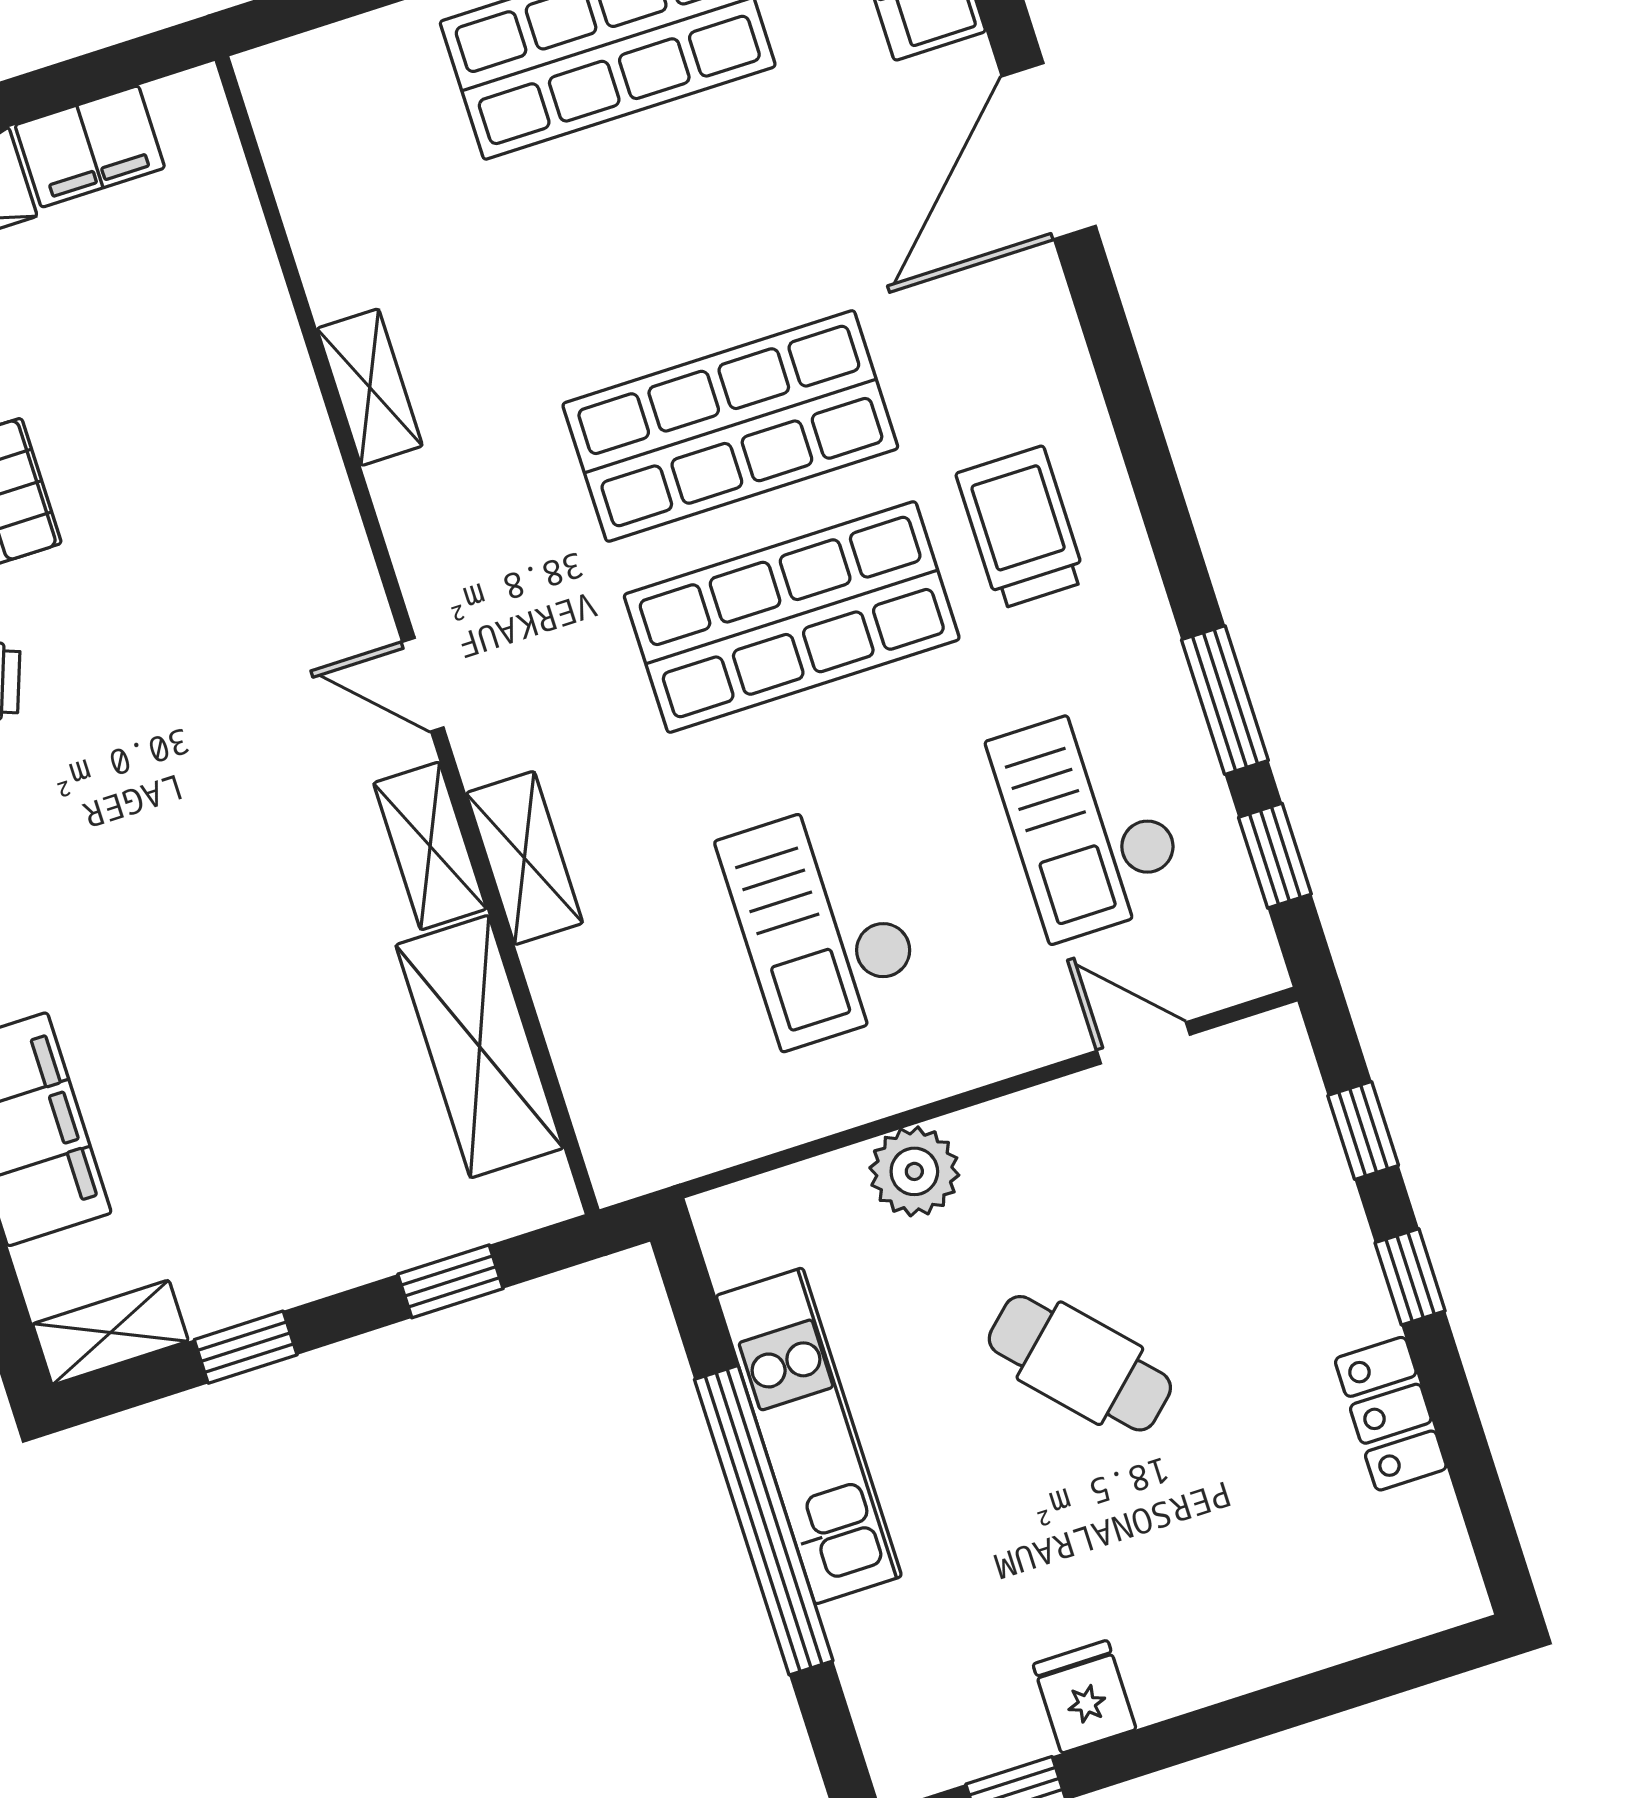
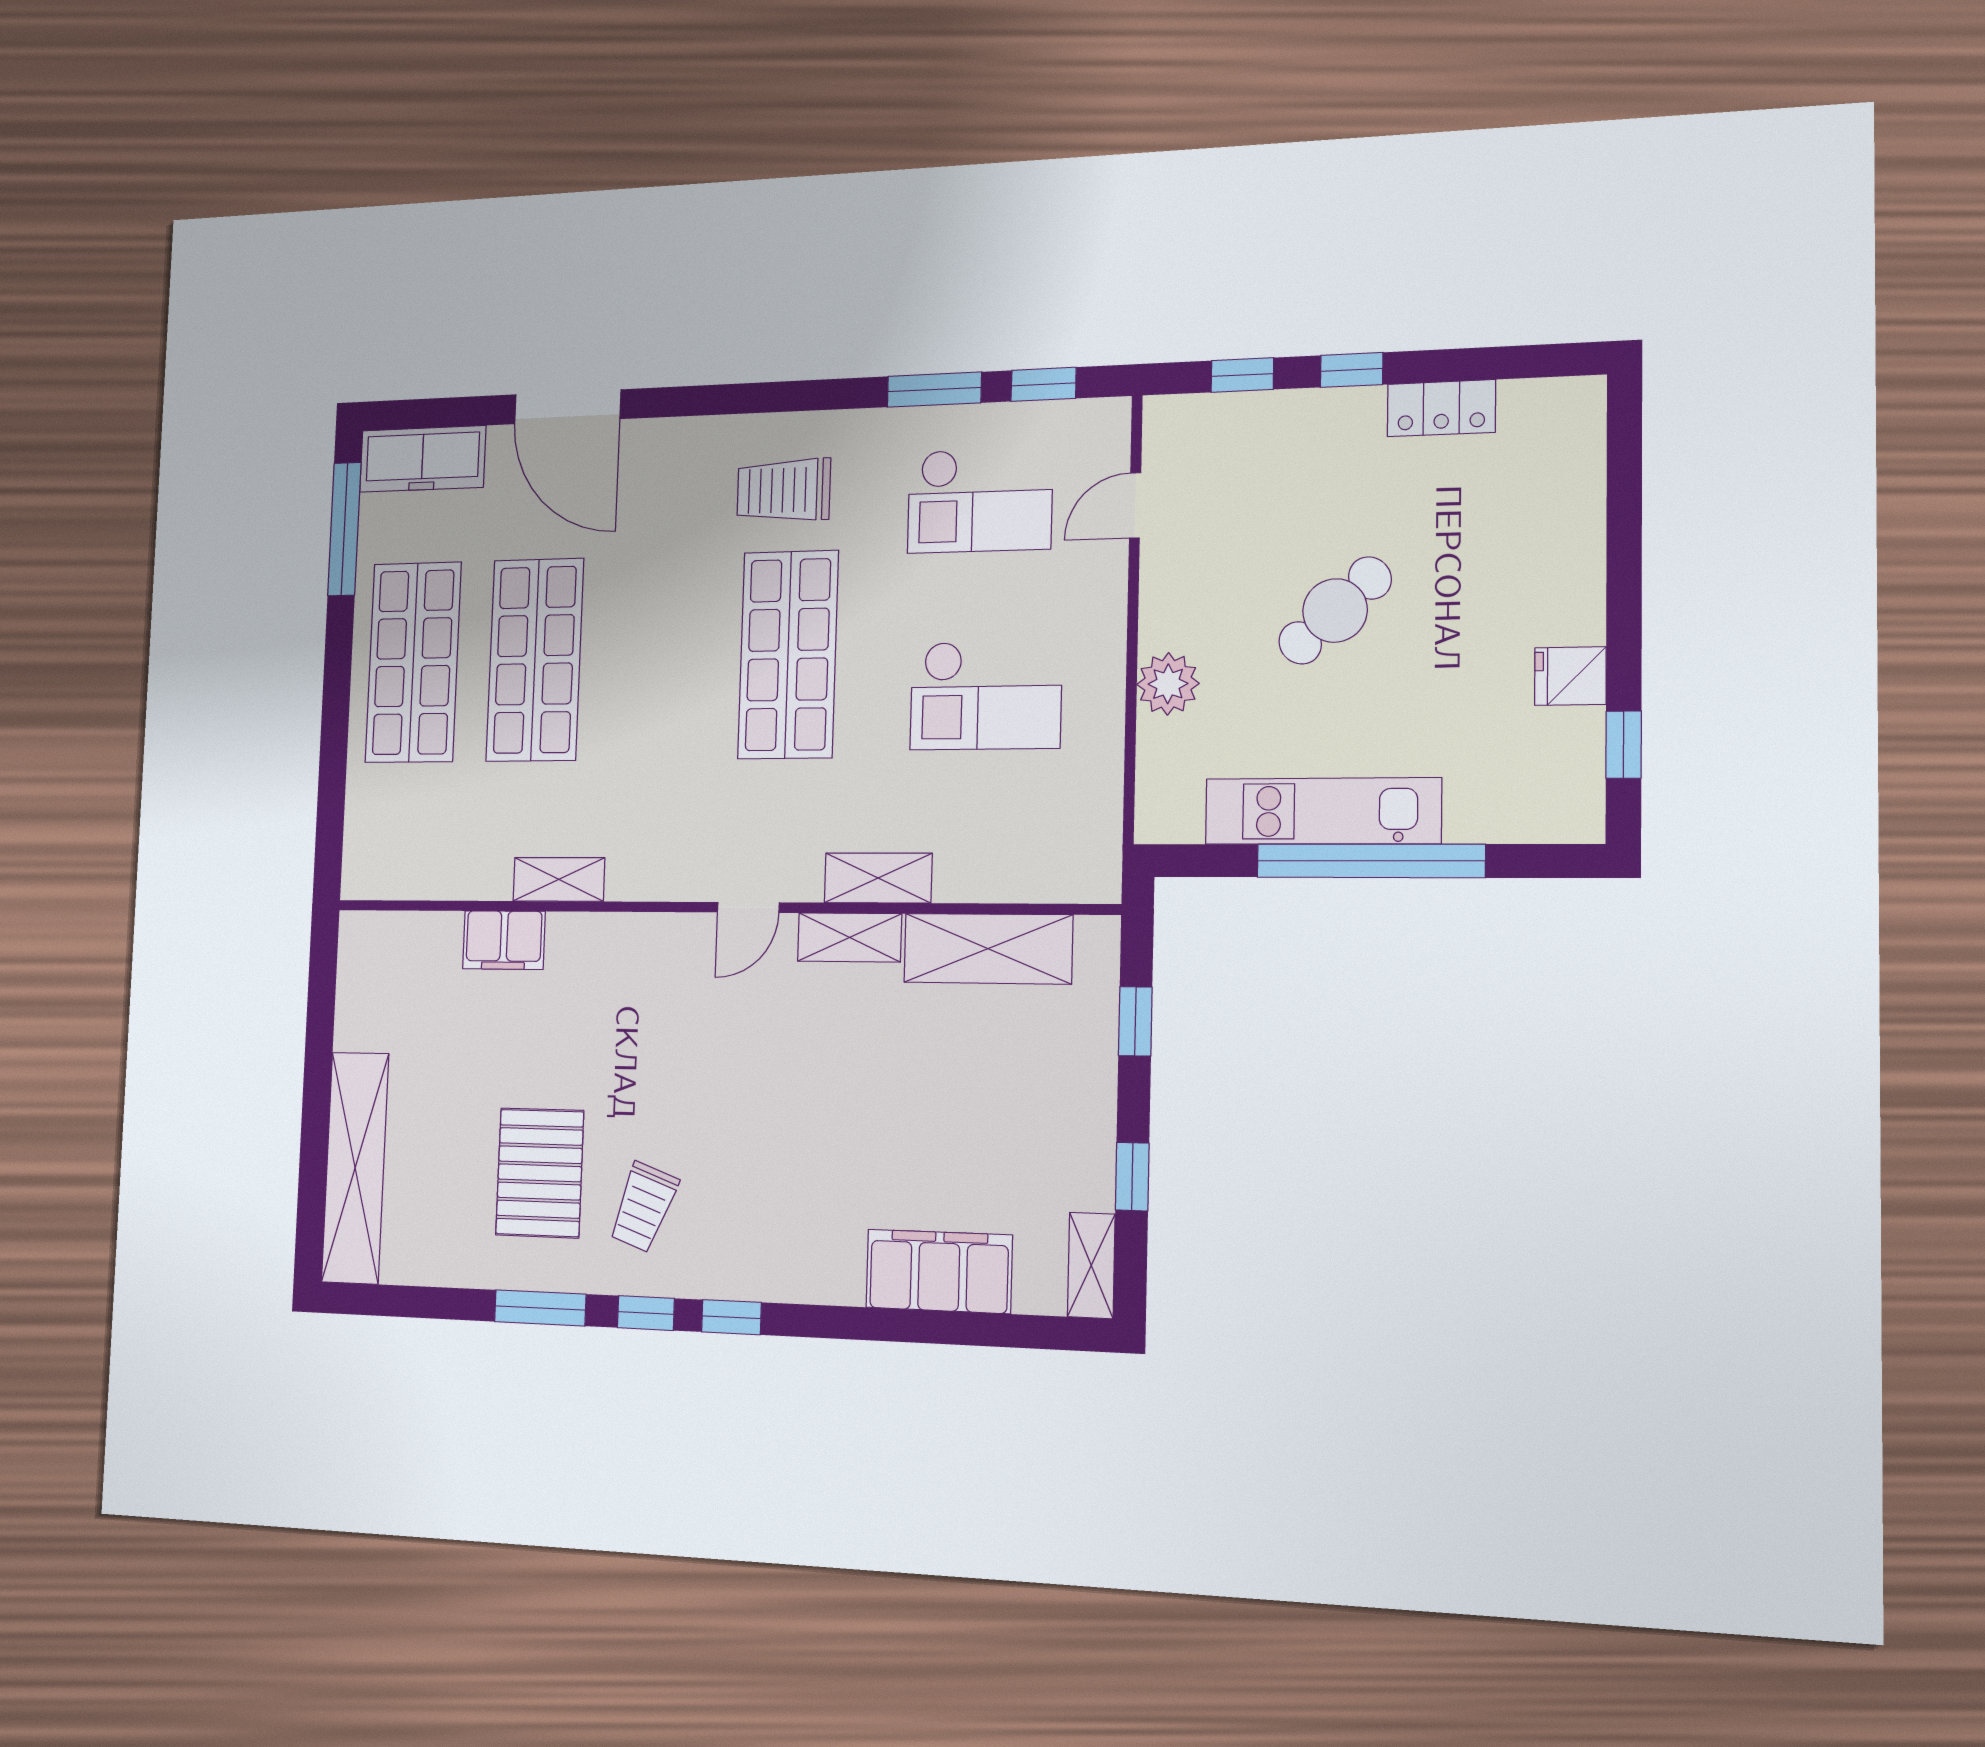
filing cabinet: (90, 146) -> (504, 940), moved, turned 90
shop shelf: (730, 426) -> (535, 660), moved

